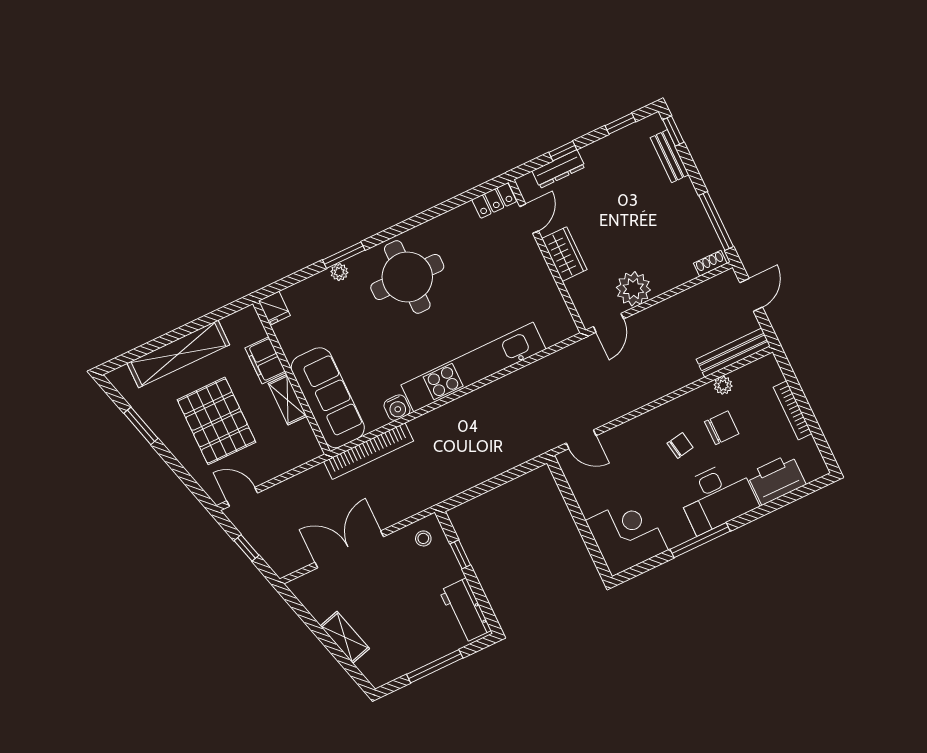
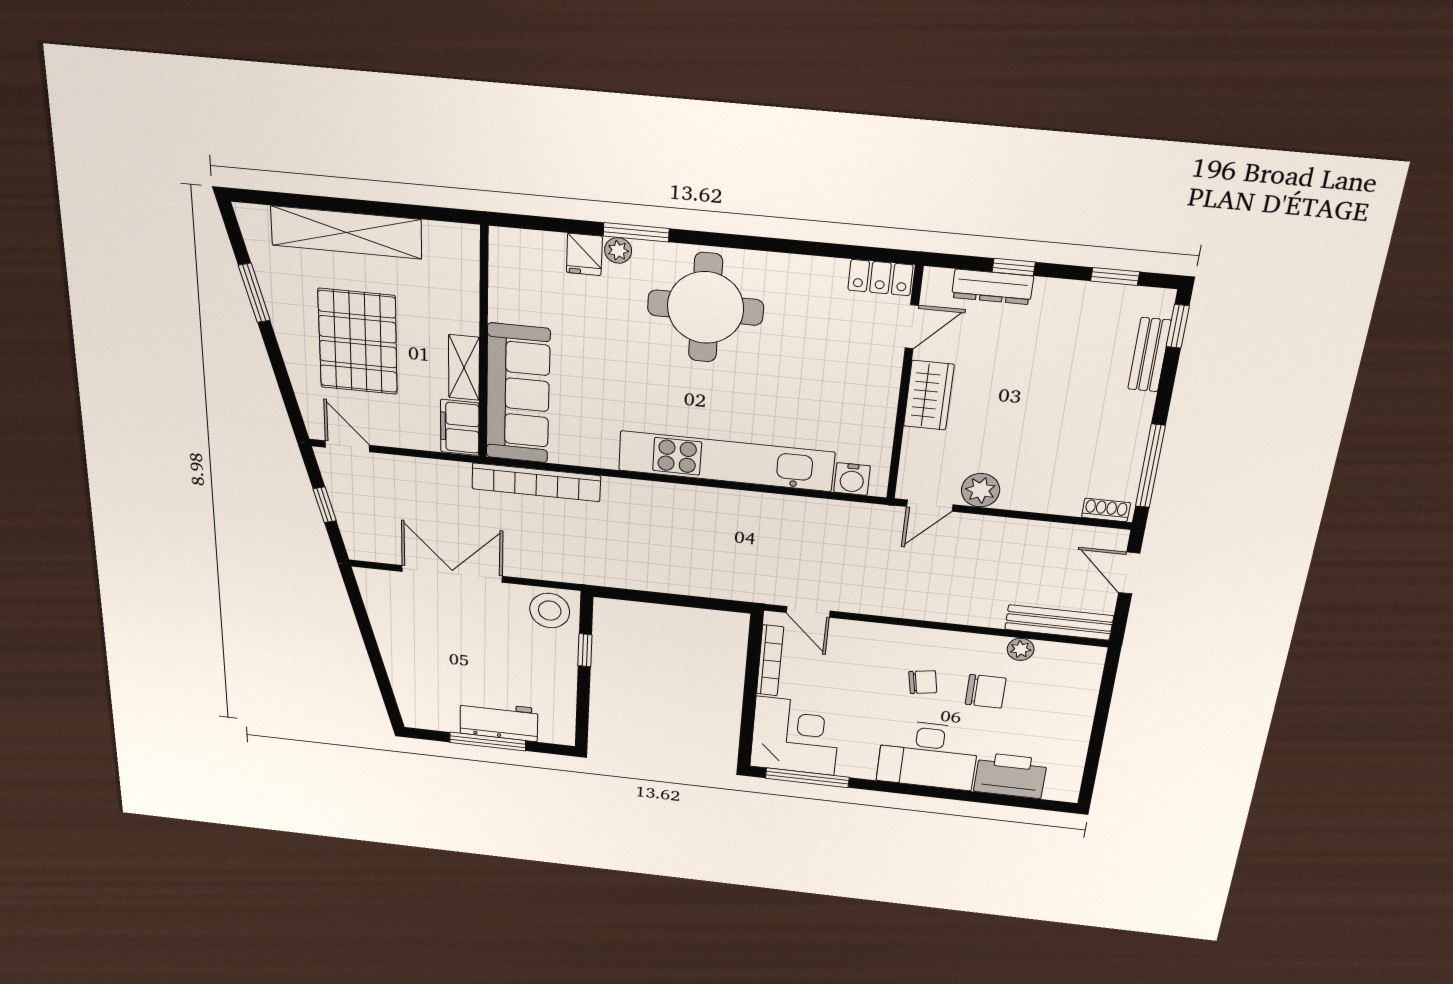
plant: (633, 289) -> (981, 490), width x0.73, depth x0.73
door: (751, 295) -> (1129, 573), swing flipped
fridge: (274, 308) -> (584, 254), moved
filing cabinet: (265, 360) -> (460, 427), moved
water cooler: (397, 408) -> (852, 479), moved
bookcase: (792, 410) -> (770, 660), moved, turned 180
stool: (423, 538) -> (550, 611), width x1.89, depth x1.89
window: (700, 540) -> (807, 778), moved
workbench: (465, 611) -> (499, 721), moved, turned 90
shelving: (345, 637) -> (397, 659), removed

